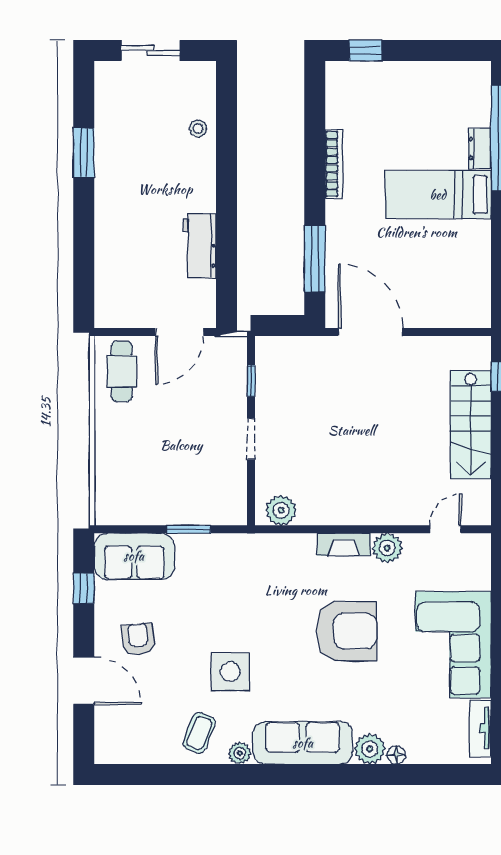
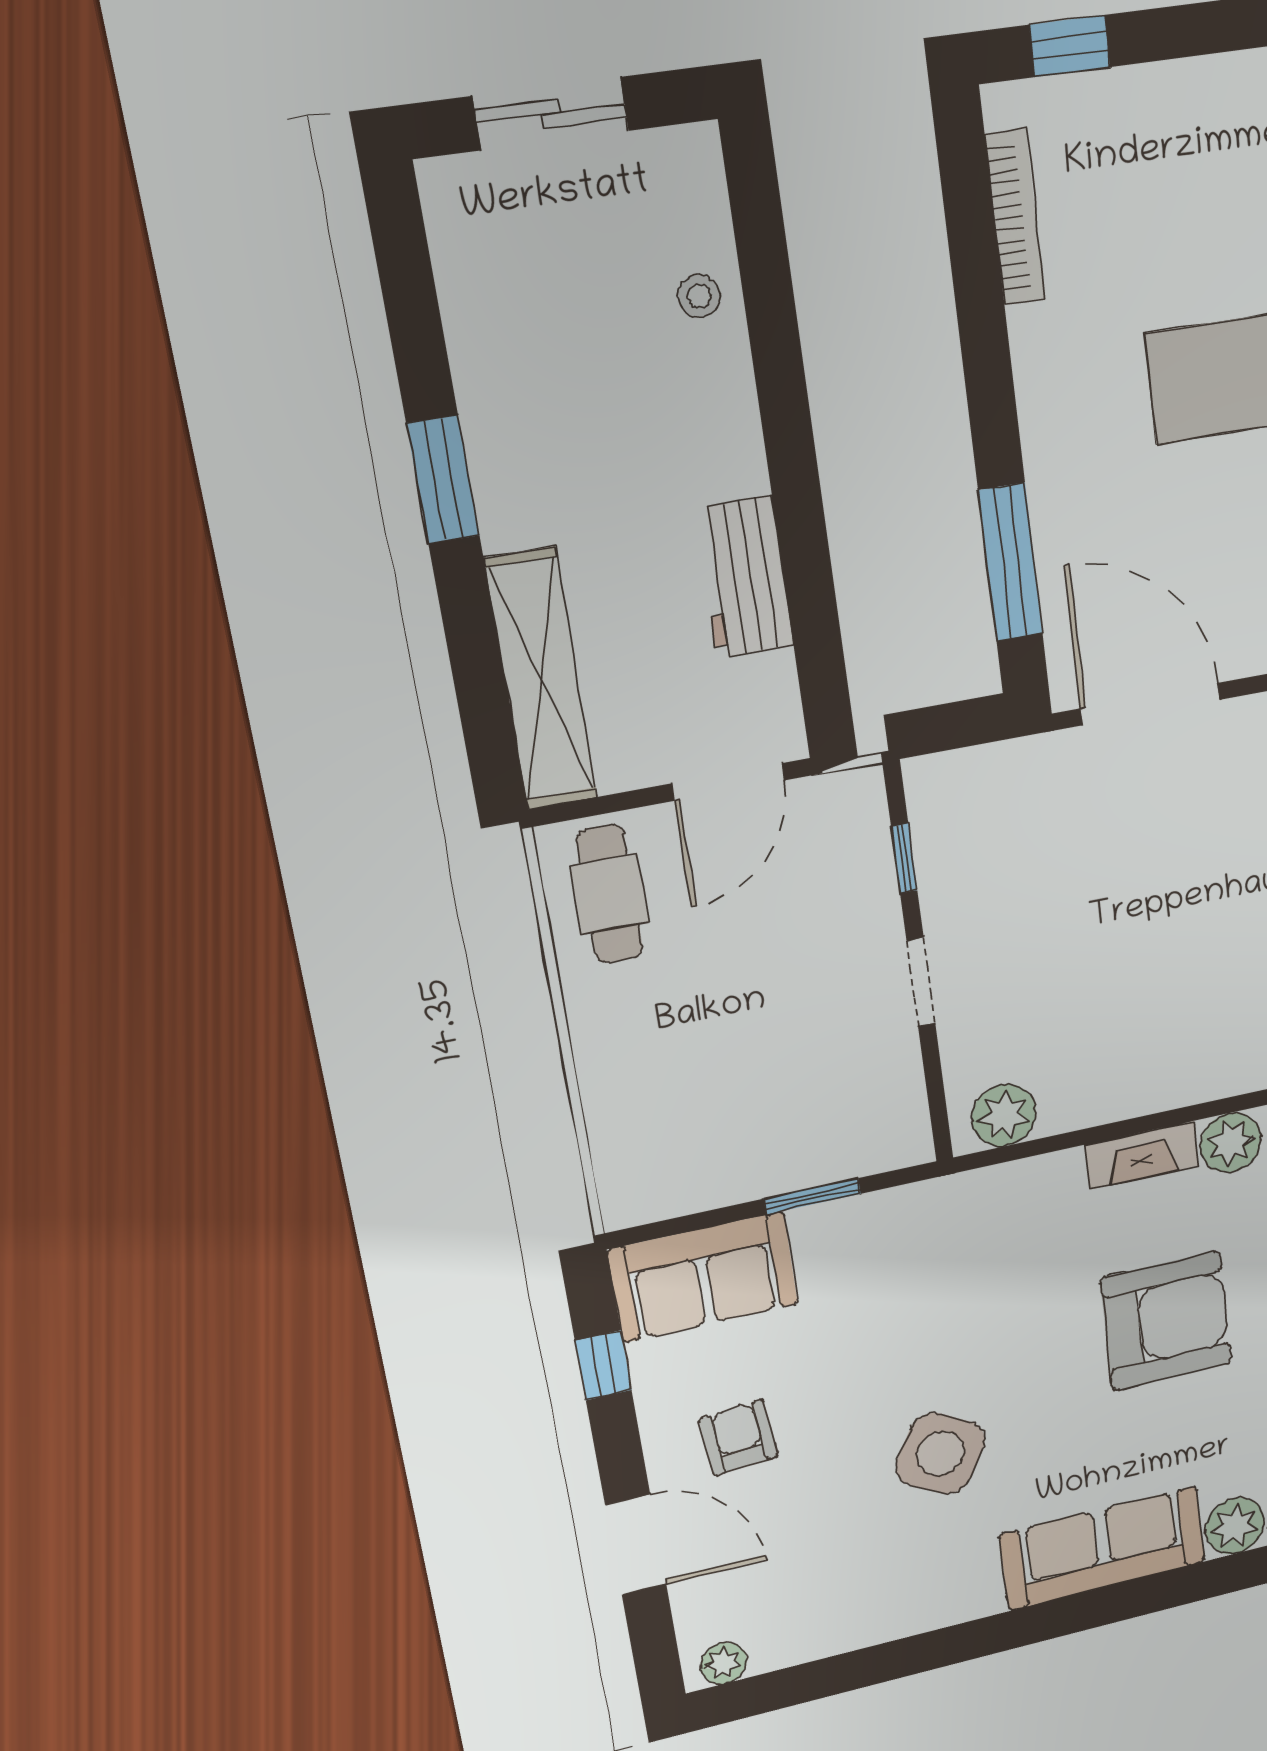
window: (84, 153) -> (443, 480), moved
bookcase: (334, 164) -> (1015, 217), moved
shelving: (109, 274) -> (541, 679), added
side table: (230, 672) -> (940, 1453), turned 30
coffee table: (199, 733) -> (893, 1582), removed
plant: (240, 753) -> (724, 1663), moved

